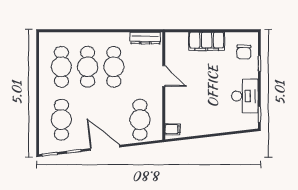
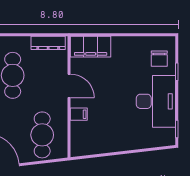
filing cabinet: (207, 41) -> (91, 47), moved
desk: (245, 96) -> (156, 101), width x1.36, depth x1.30
filing cabinet: (172, 129) -> (79, 114), moved

